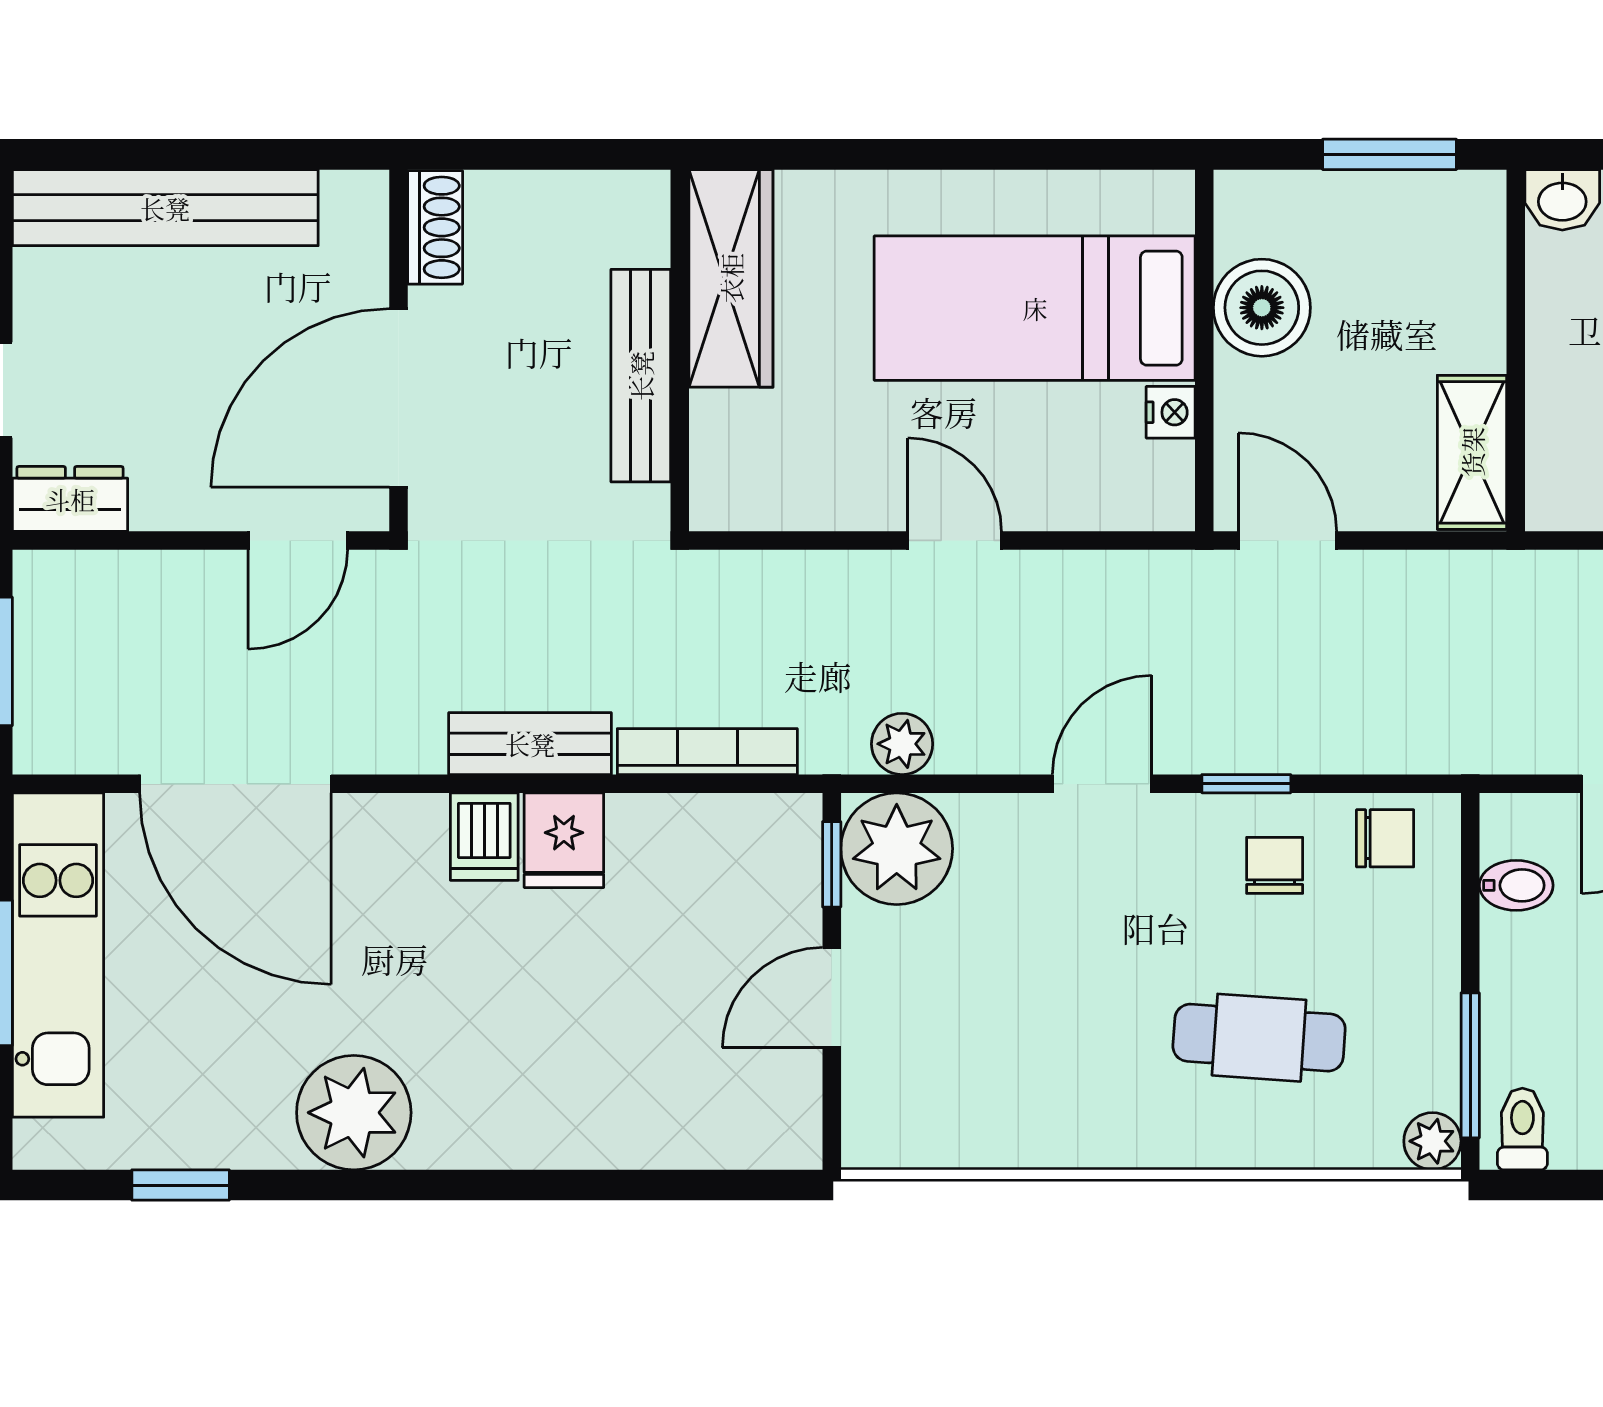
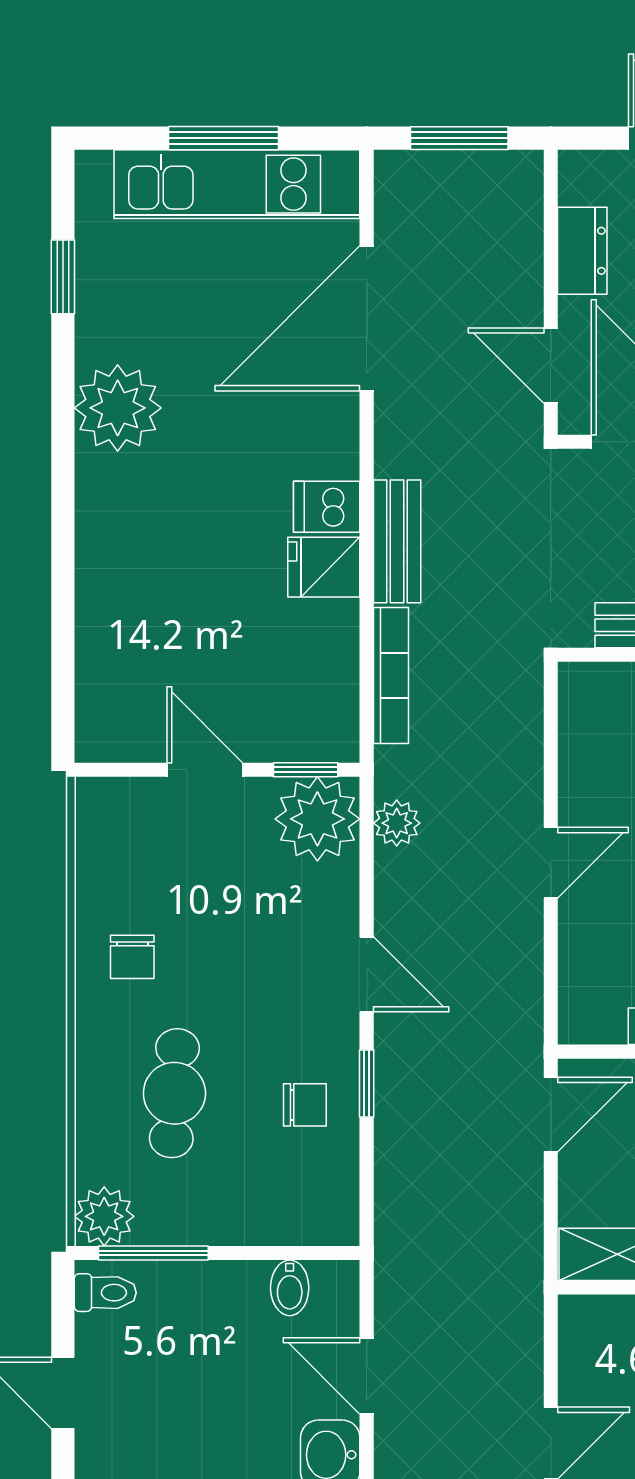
dresser: (70, 499) -> (582, 251), moved
chair: (1385, 838) -> (132, 957), moved
plant: (1432, 1141) -> (104, 1216), width x1.38, depth x1.38

